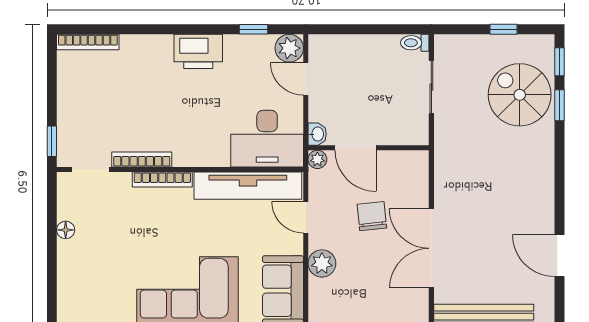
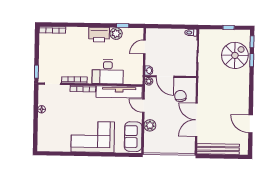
plant: (289, 48) -> (116, 34), moved
door: (306, 79) -> (144, 47), hinge flipped
spiral stairs: (520, 95) -> (235, 55), turned 90
desk: (267, 139) -> (108, 72), moved
chair: (372, 216) -> (180, 96), moved

